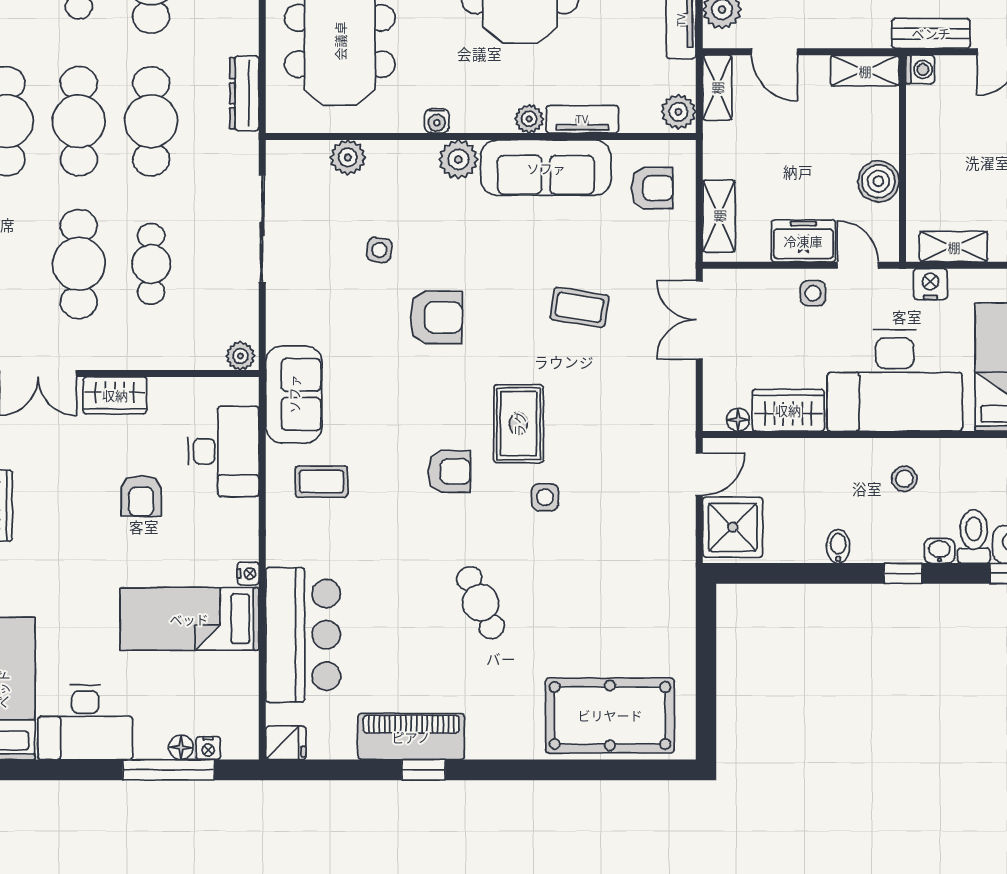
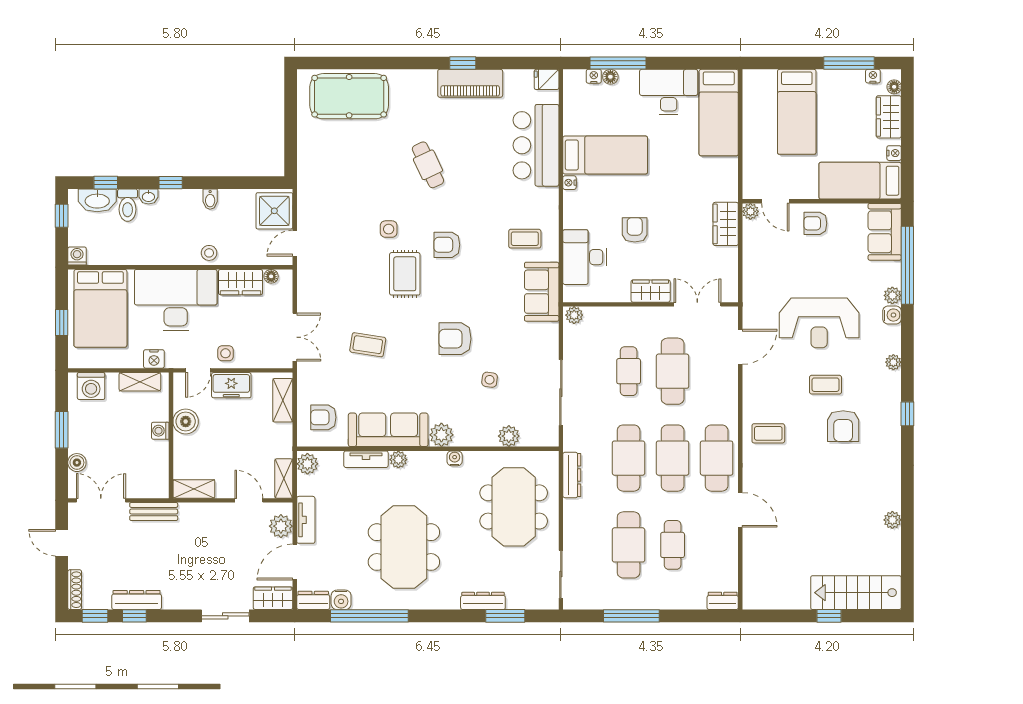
washing machine: (920, 69) -> (160, 431), moved
door: (858, 265) -> (198, 370), hinge flipped
stool: (904, 479) -> (209, 253), moved

